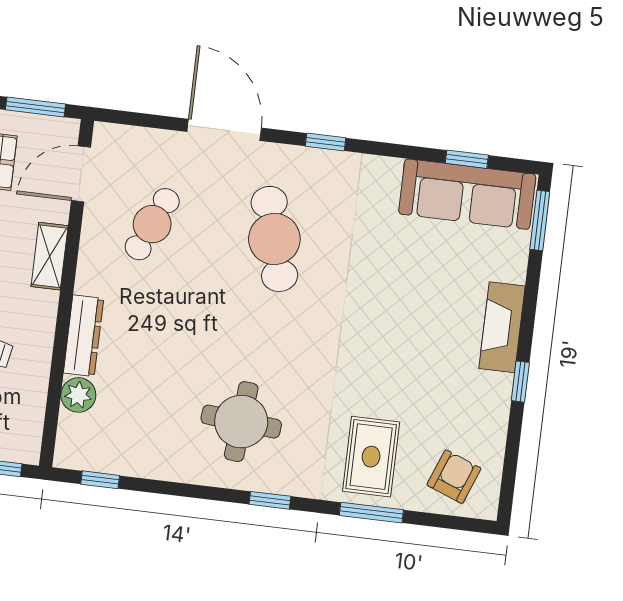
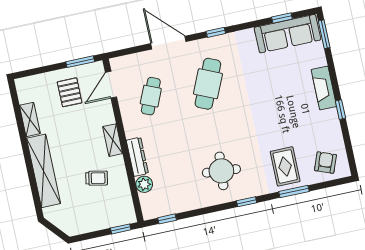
cafe table: (274, 239) -> (208, 84), turned 39
shelving: (50, 256) -> (113, 140), moved

